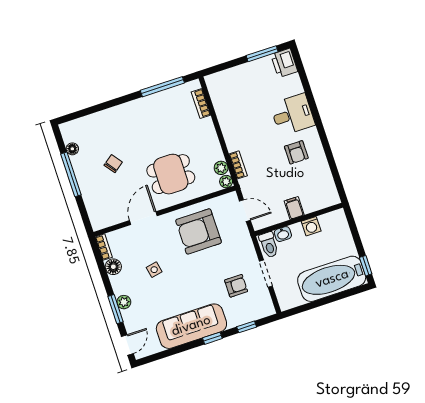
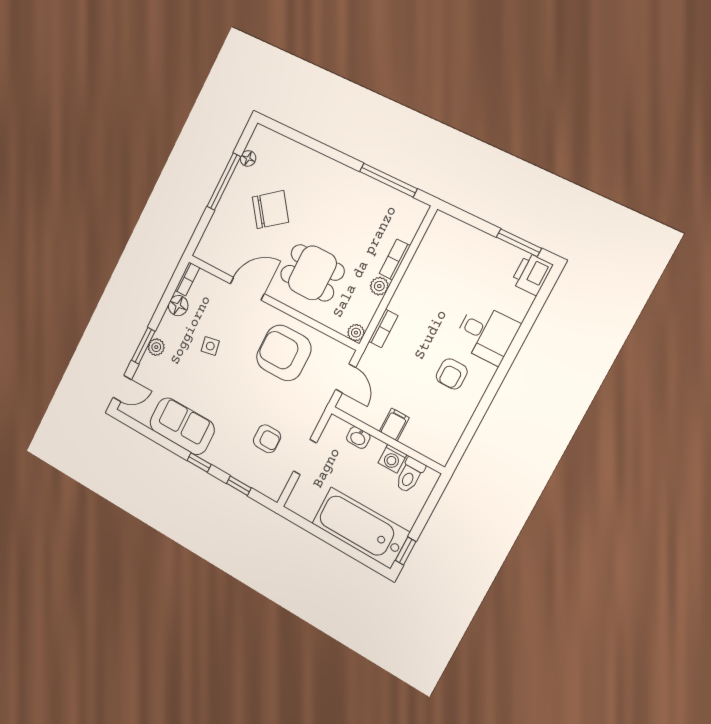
bookcase: (201, 104) -> (395, 260), moved
chair: (113, 164) -> (270, 210), width x1.87, depth x1.87
plant: (221, 168) -> (379, 286), moved
toilet: (269, 245) -> (410, 475), moved
sofa: (191, 326) -> (182, 426), width x0.73

